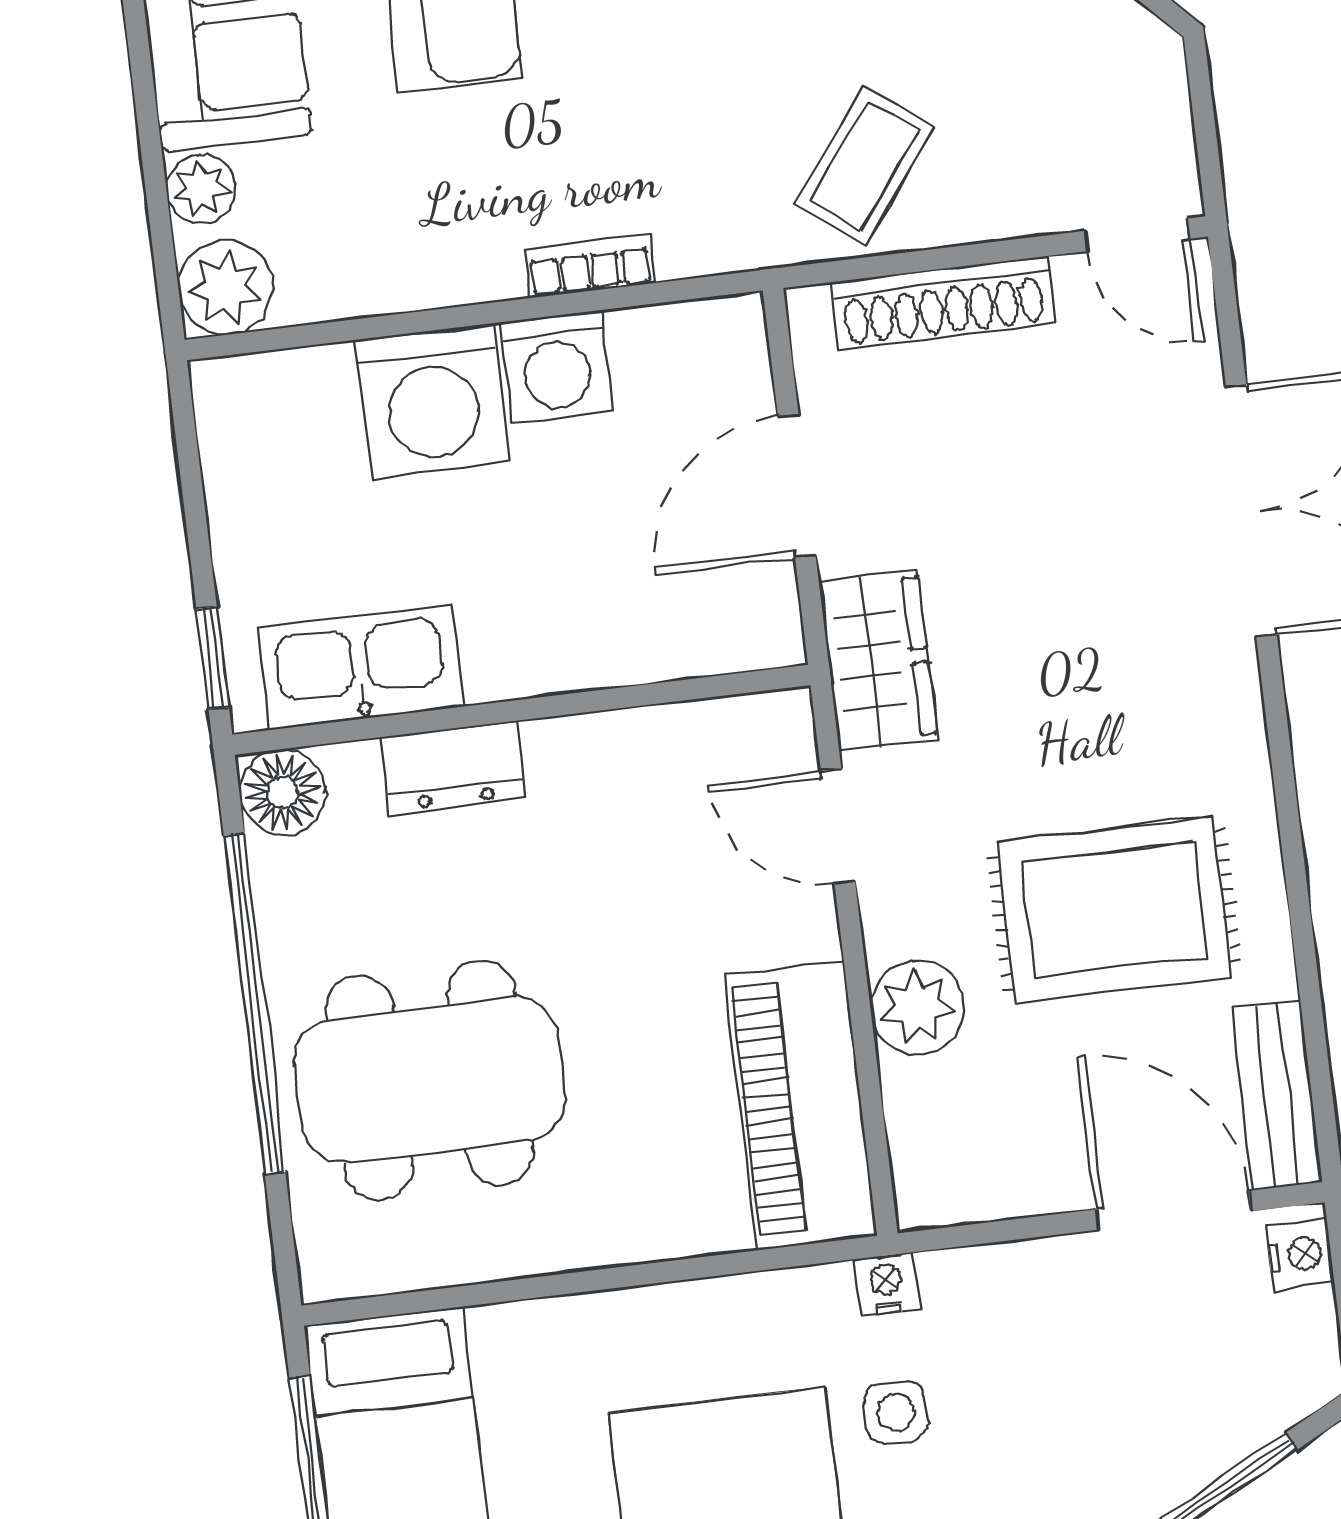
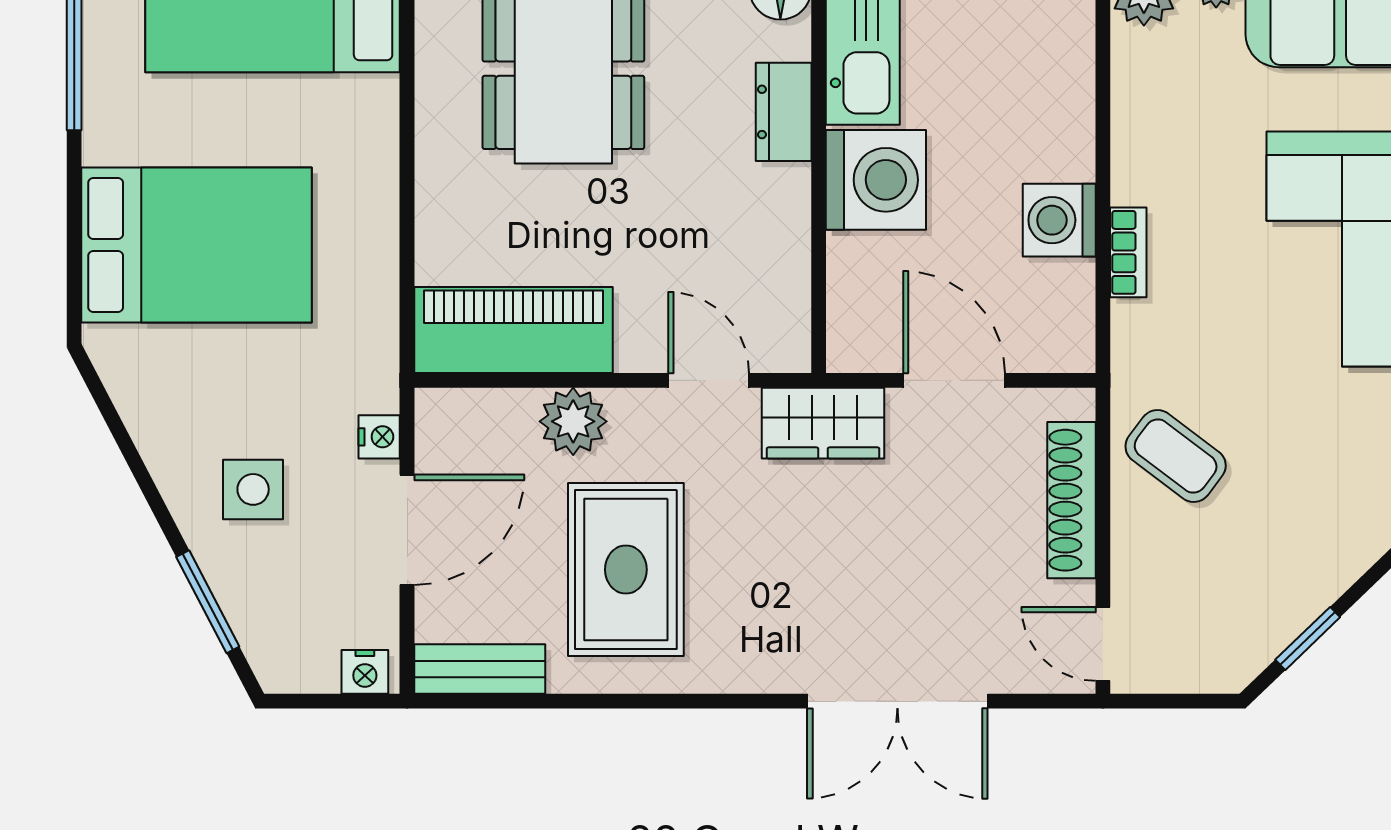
door: (1137, 235) -> (1103, 644), hinge flipped
washing machine: (432, 401) -> (876, 180), moved, turned 180
door: (838, 826) -> (709, 380), hinge flipped
door: (1174, 1210) -> (407, 530), moved
nightstand: (886, 1284) -> (379, 437), moved
side table: (896, 1412) -> (253, 489), moved, width x1.37, depth x1.37

